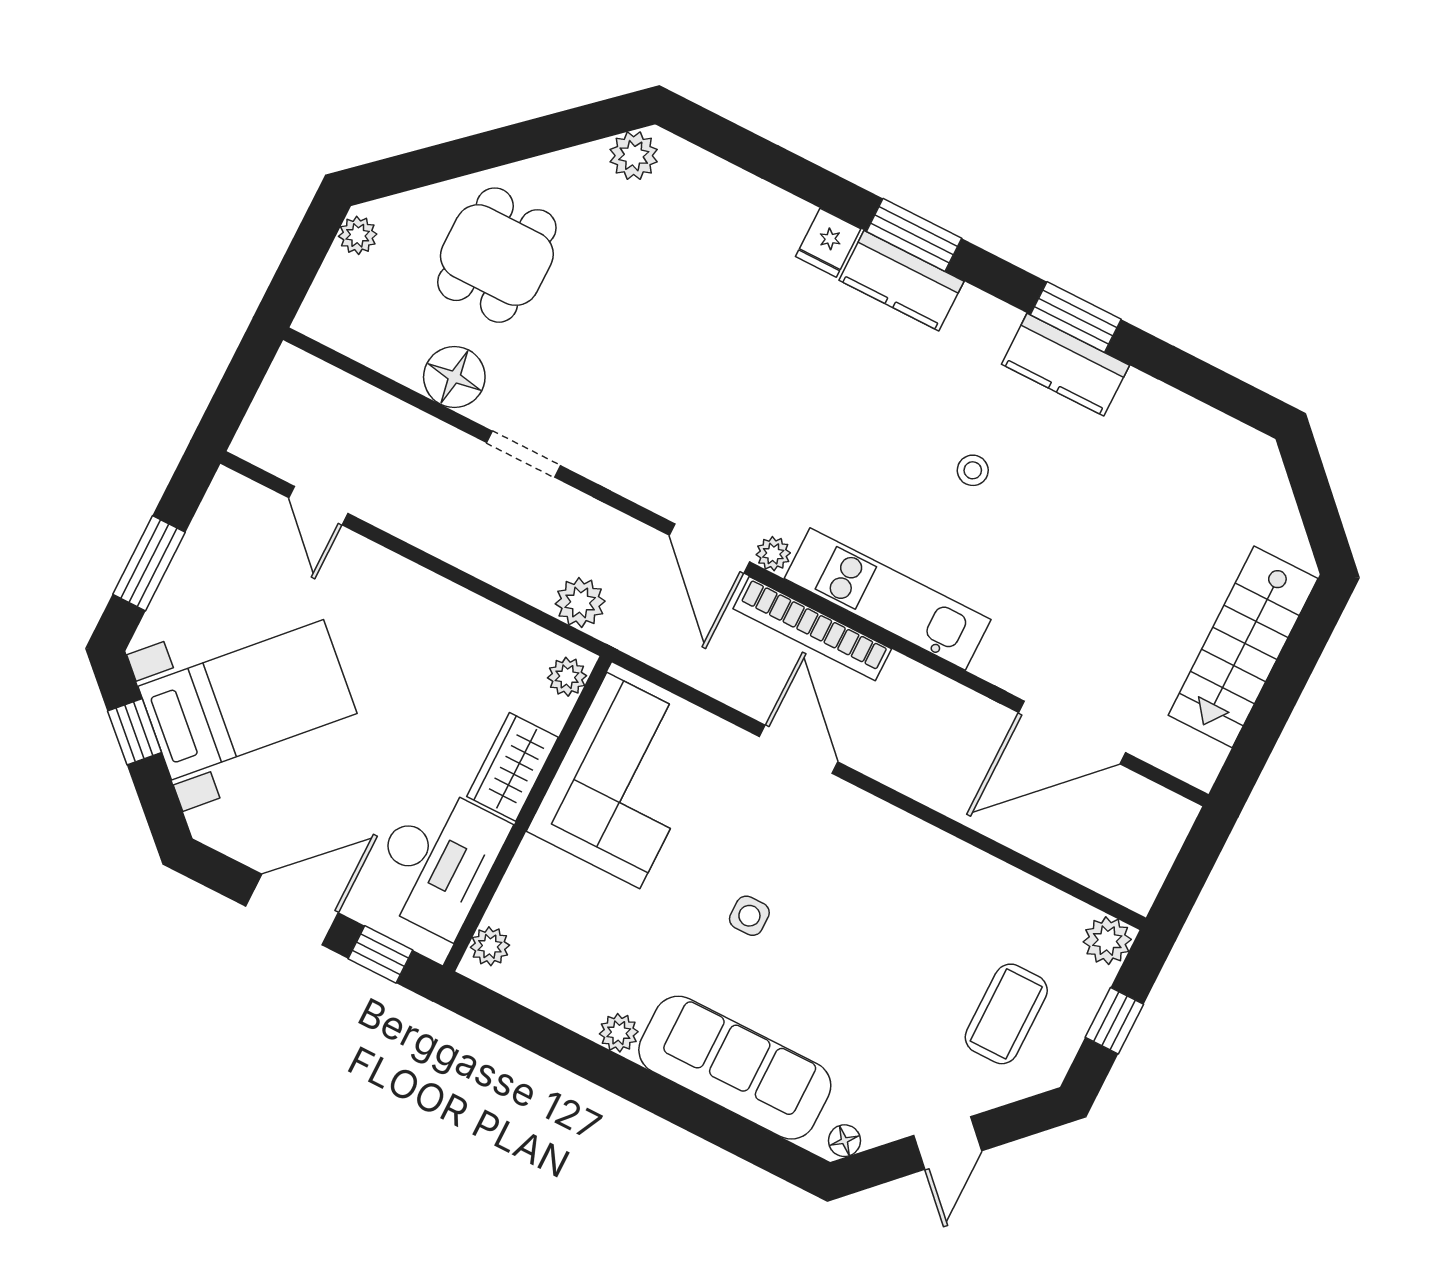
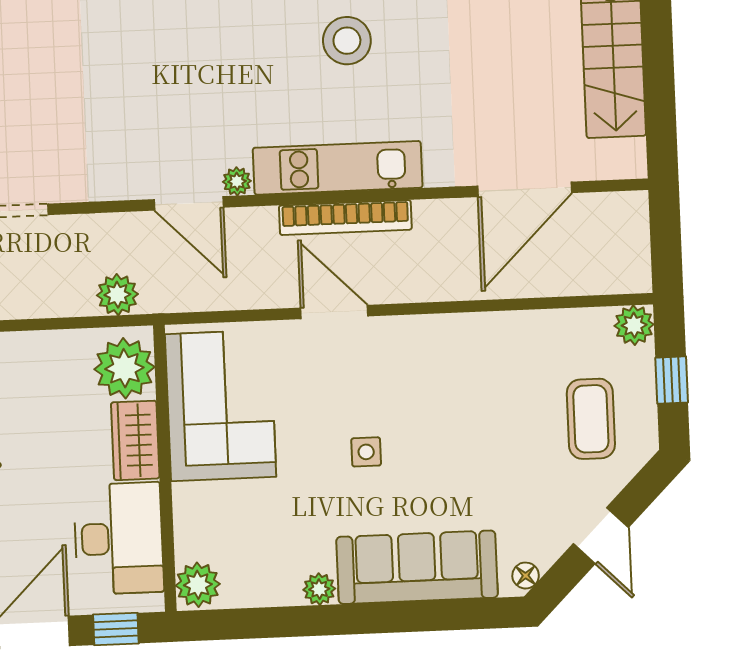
stool: (973, 470) -> (347, 41), width x1.89, depth x1.89
bookcase: (812, 629) -> (345, 218), moved
plant: (567, 677) -> (124, 368), width x1.87, depth x1.87
plant: (490, 946) -> (198, 585), width x1.38, depth x1.38

